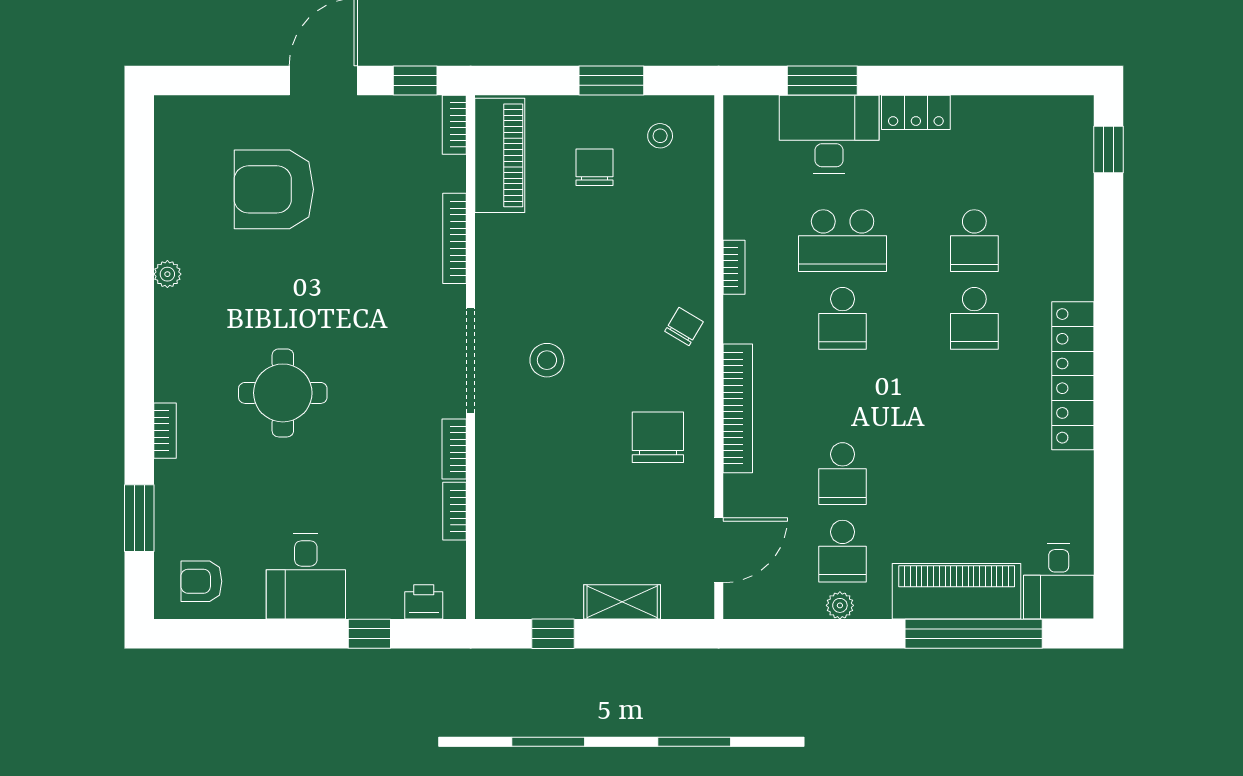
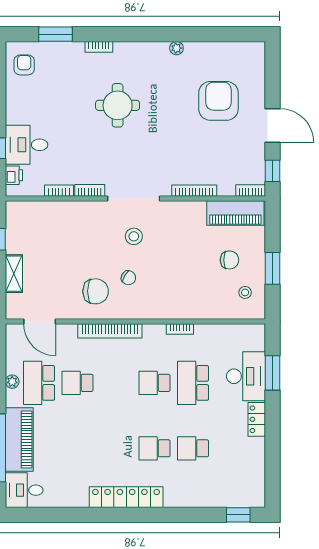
chair: (684, 327) -> (128, 278), moved
school desk: (843, 551) -> (39, 383), width x1.85
desk: (306, 576) -> (27, 145), moved

